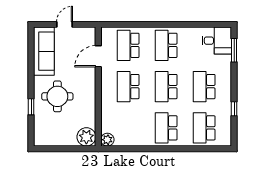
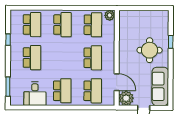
desk: (217, 41) -> (35, 94), moved, turned -90
door: (98, 56) -> (117, 82), hinge flipped
school desk: (166, 87) -> (93, 25), moved
plant: (86, 137) -> (126, 98), moved

